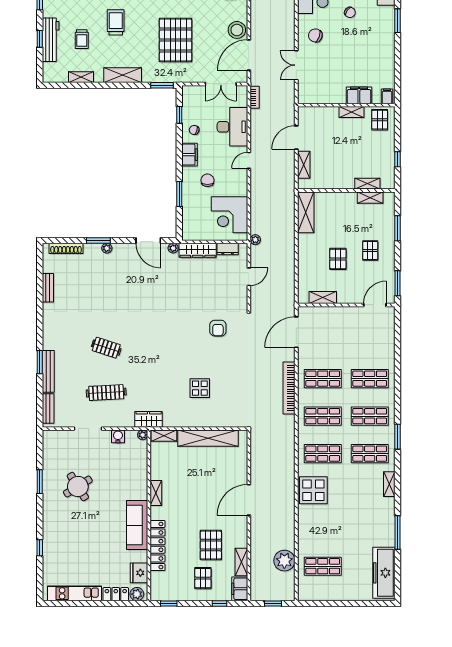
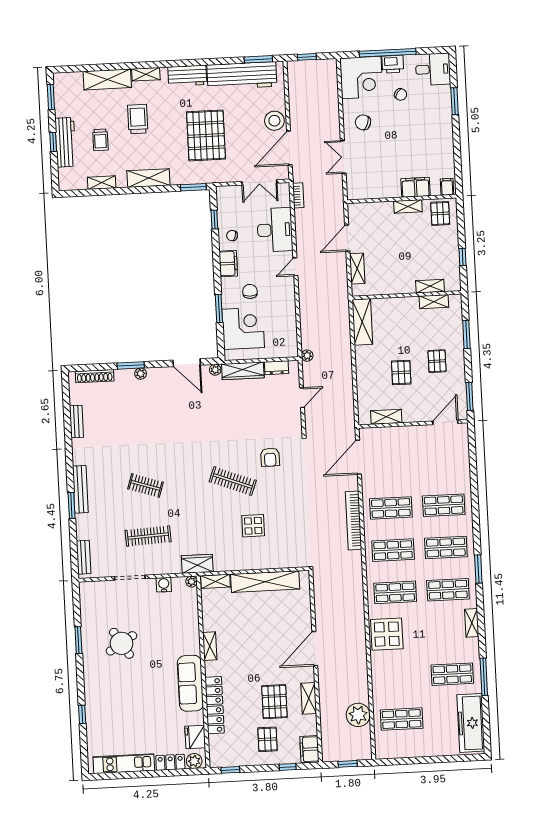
corner desk: (230, 215) -> (243, 328), moved, turned 180
clothes rail: (184, 348) -> (233, 481), added
bench: (48, 371) -> (80, 489), moved
shop shelf: (370, 529) -> (452, 674), added
shelving: (241, 562) -> (309, 698), moved

